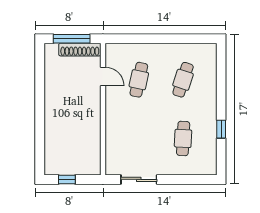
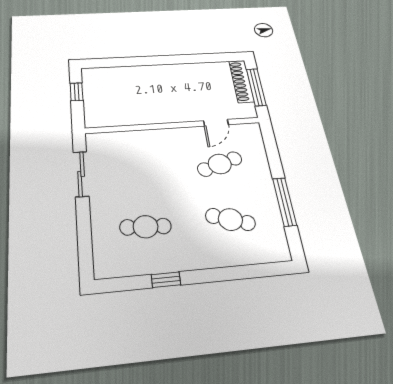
window: (173, 39) -> (285, 202), added
shoe rack: (80, 50) -> (241, 81), moved
cafe table: (139, 80) -> (220, 164), turned -30

